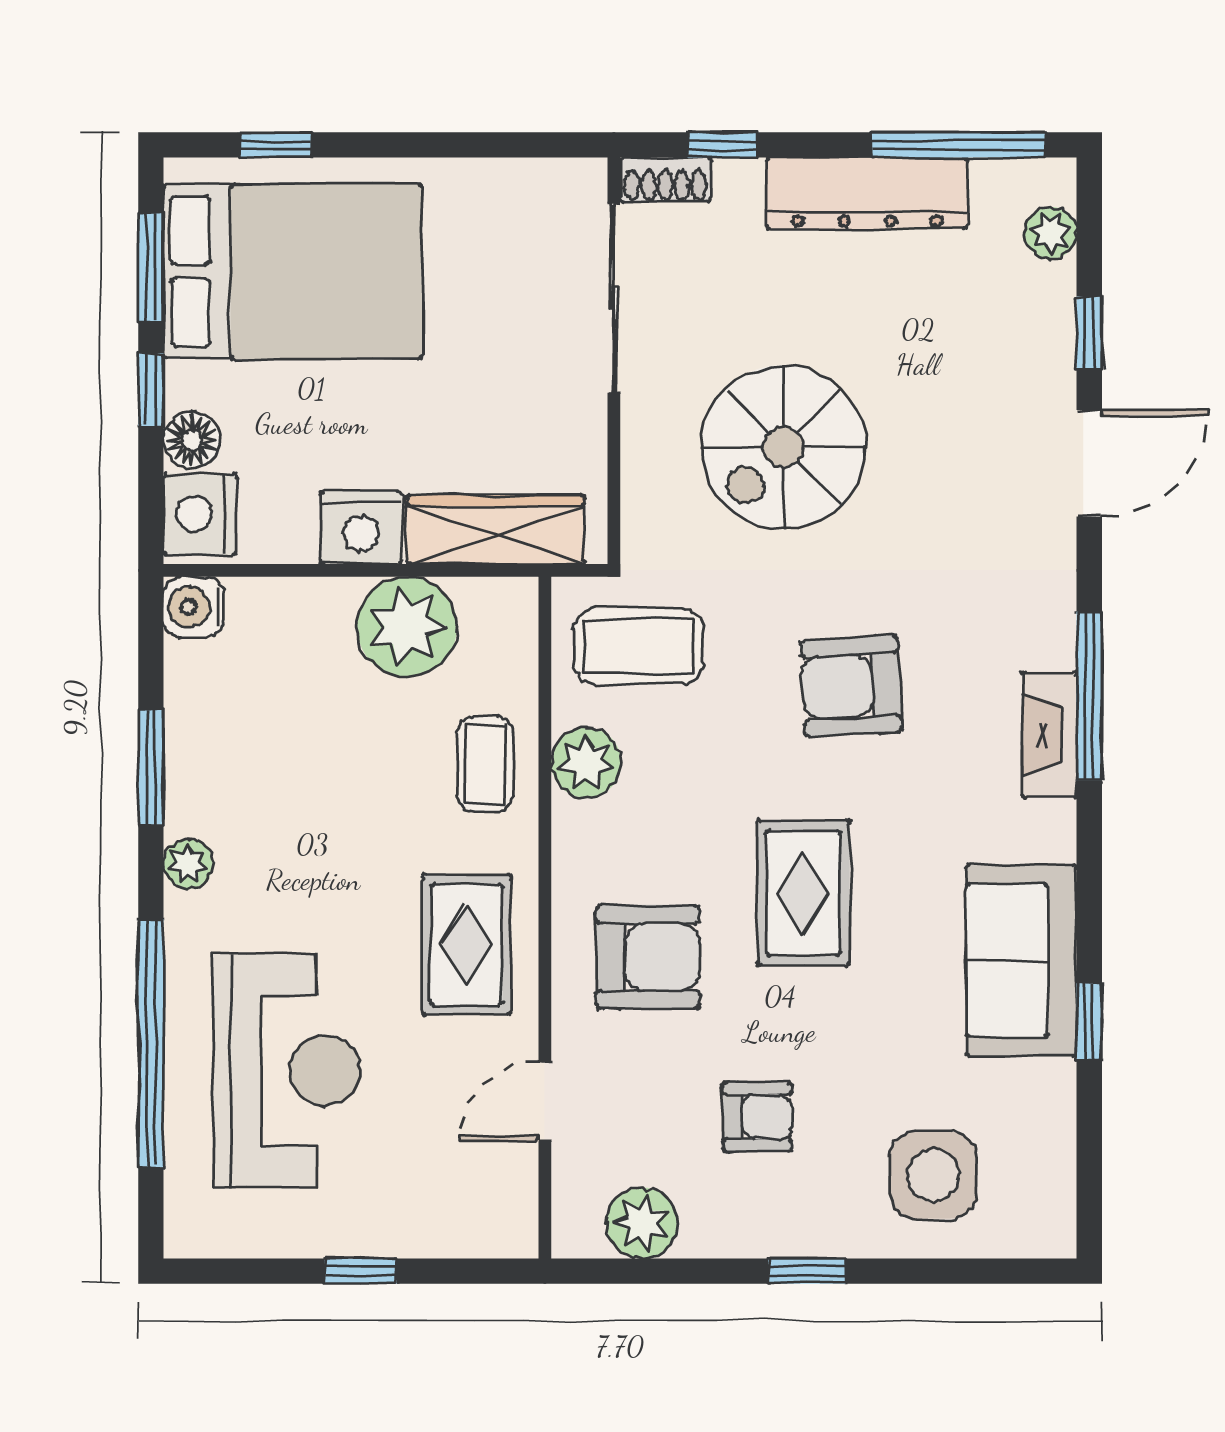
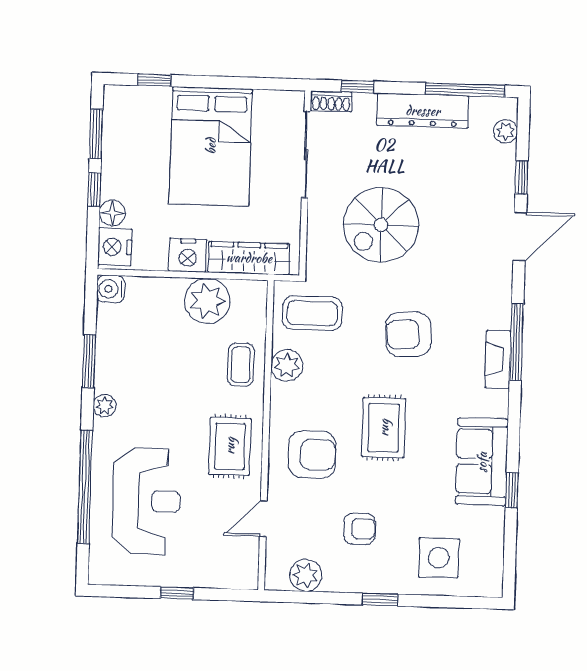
bed: (293, 272) -> (211, 146), moved, turned 90

